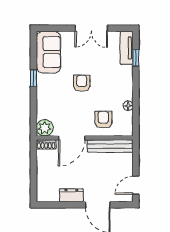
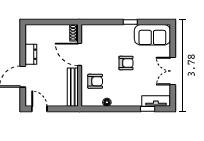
plant: (45, 128) -> (88, 32), removed

